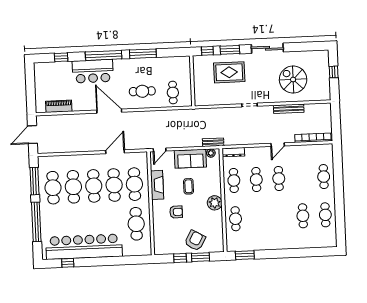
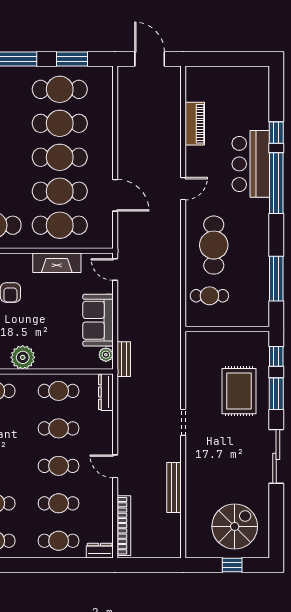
window: (143, 54) -> (276, 279), moved
window: (61, 57) -> (276, 133), moved
spiral stairs: (293, 80) -> (235, 526), moved
cafe table: (142, 91) -> (214, 245), width x1.37, depth x1.35
piano: (59, 106) -> (195, 124), moved
door: (109, 111) -> (183, 189), width x0.53
dresser: (329, 152) -> (100, 551), added
cafe table: (301, 178) -> (59, 503), added
window: (34, 181) -> (72, 59), width x0.69
coffee table: (189, 186) -> (52, 315), removed

